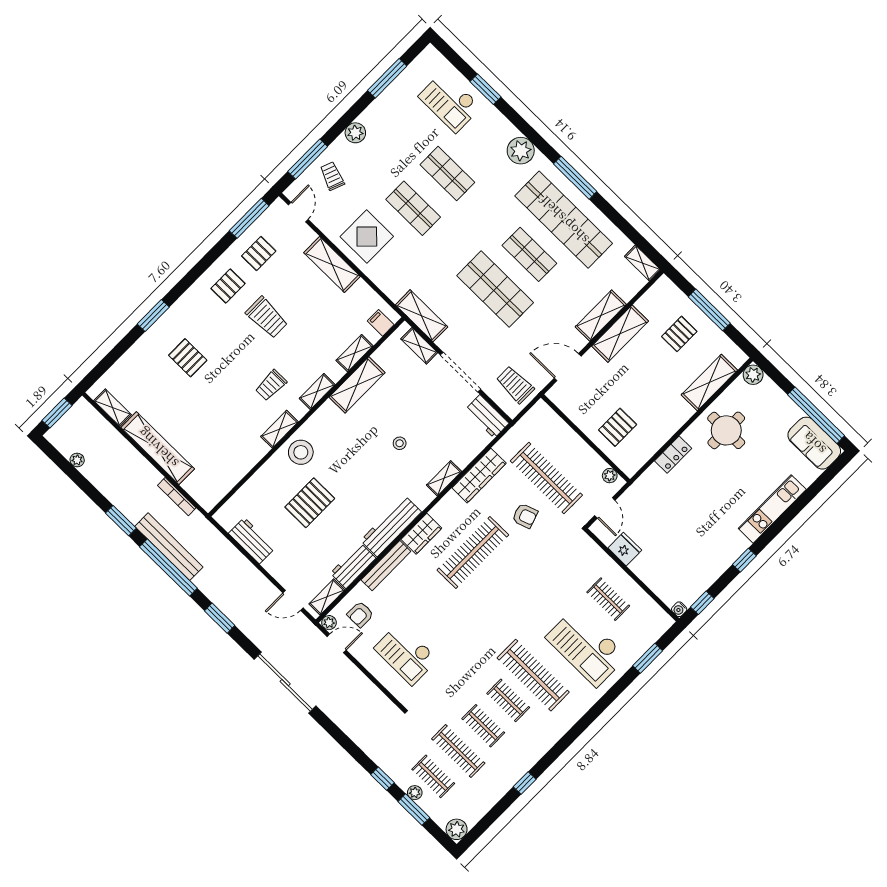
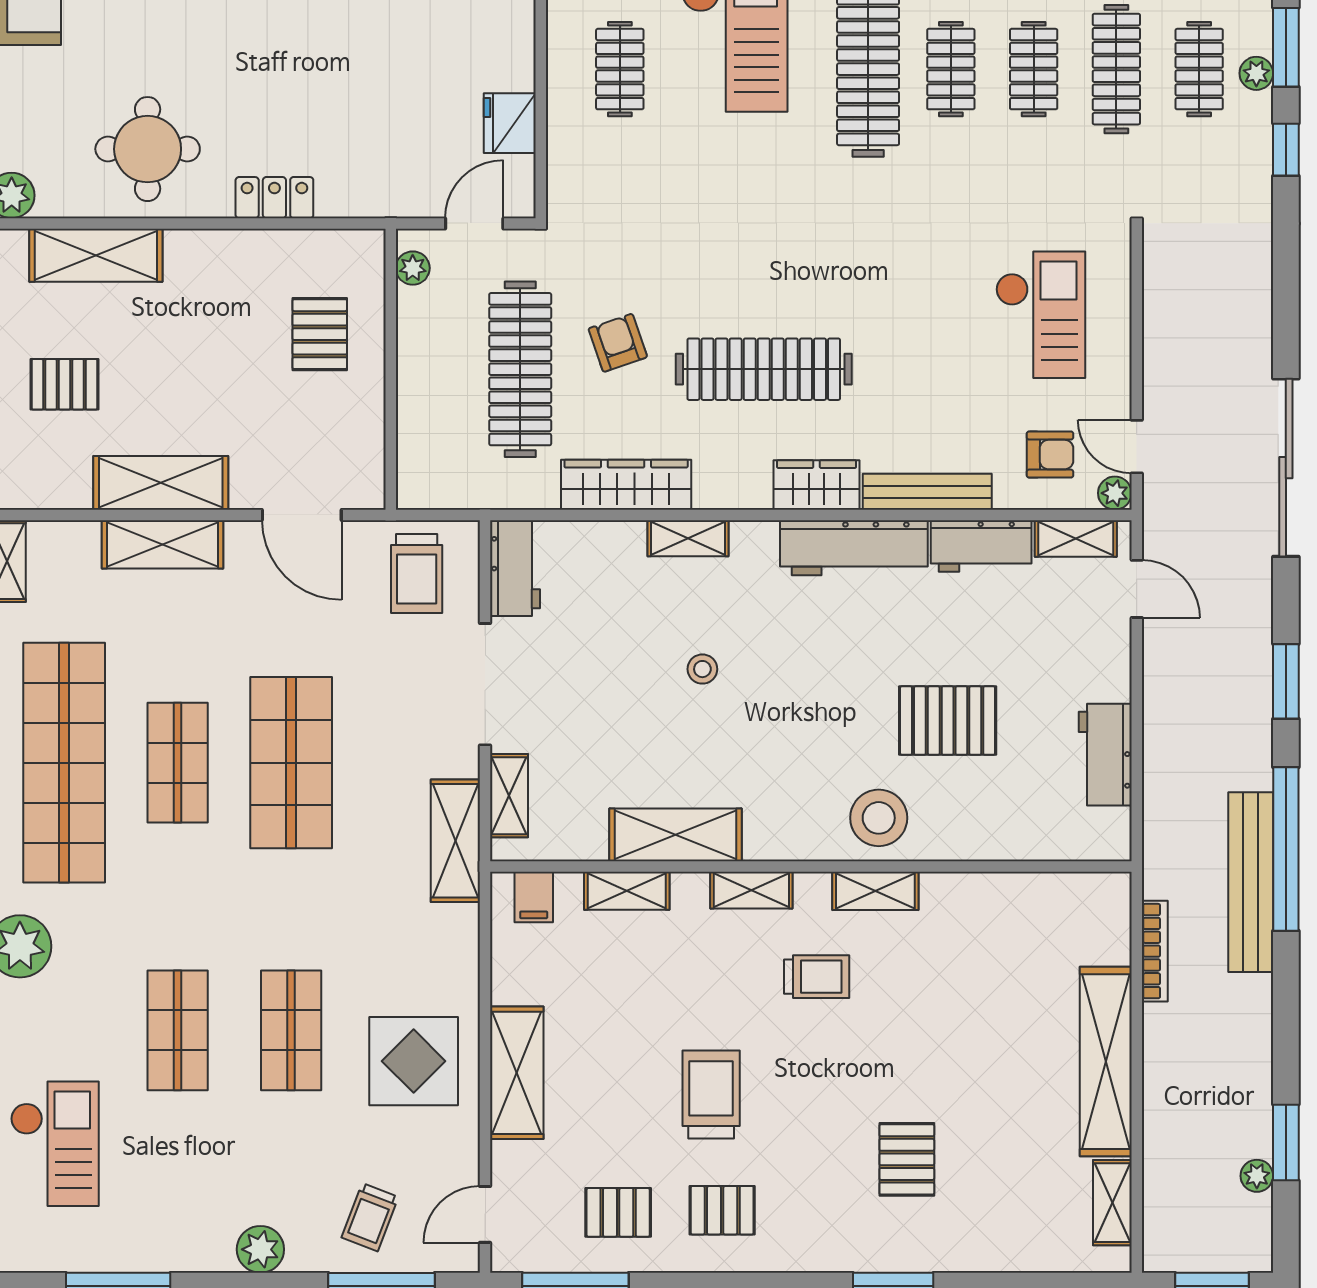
pallet: (618, 427) -> (320, 334), turned 90
window: (121, 521) -> (1286, 1143), moved

